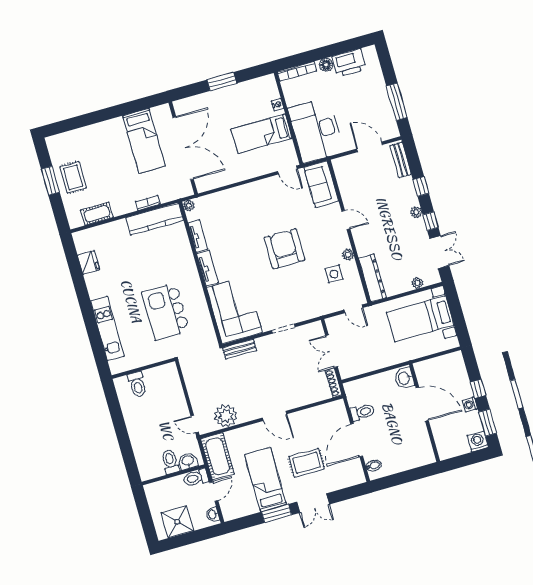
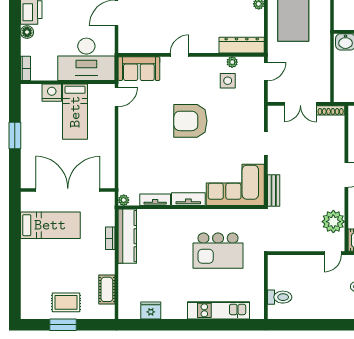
bookcase: (297, 71) -> (25, 68), width x0.64
nightstand: (277, 105) -> (52, 93), width x1.89, depth x1.79
plant: (348, 255) -> (232, 62), moved

